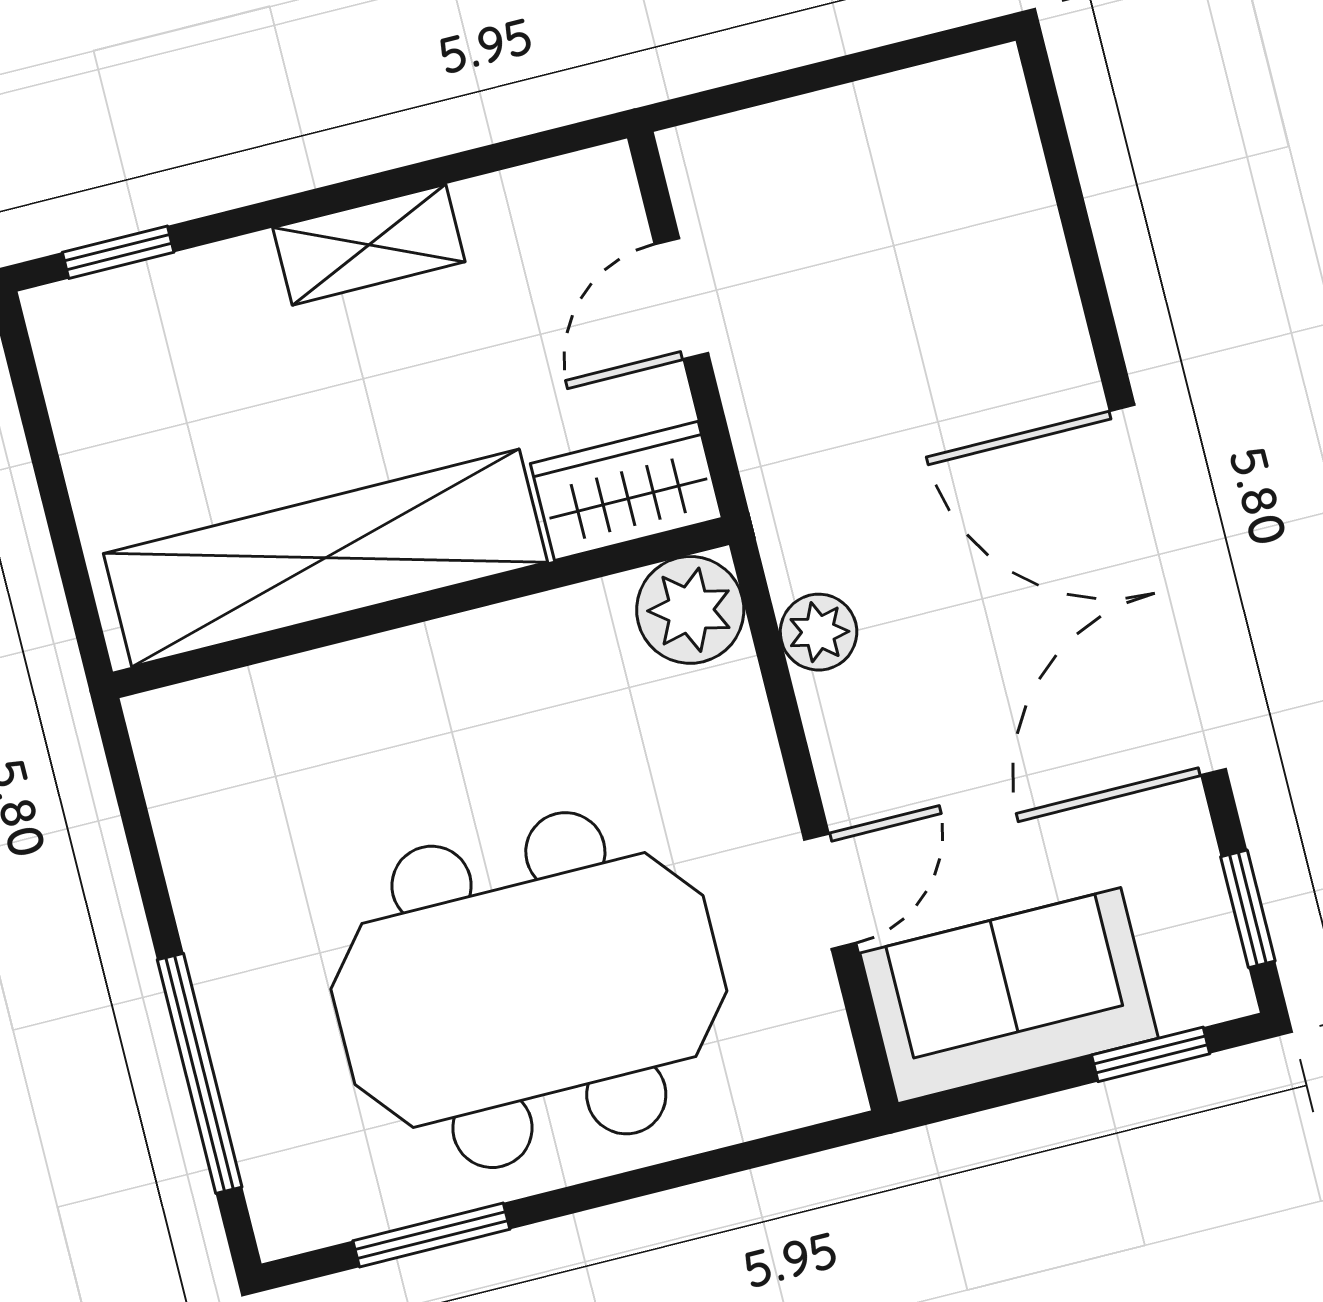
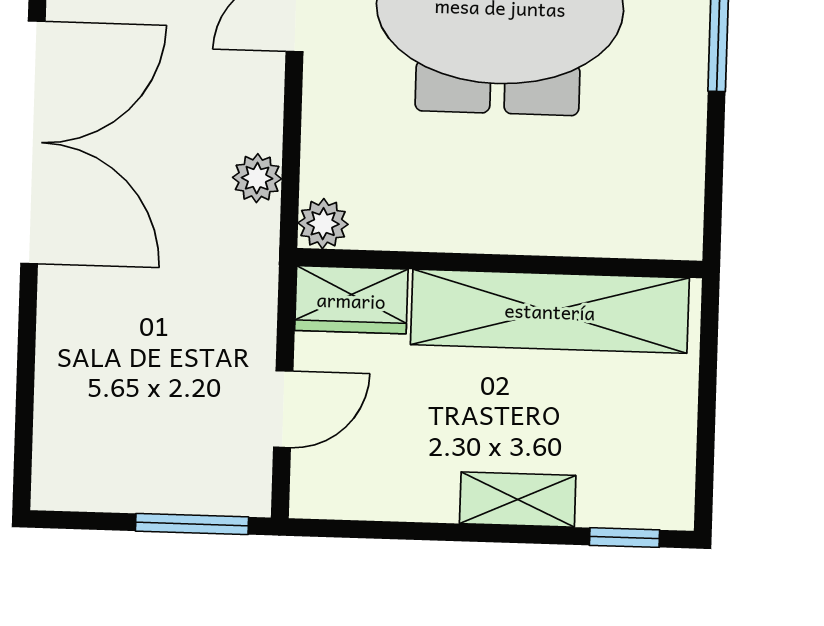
window: (769, 89) -> (192, 524), added
shelving: (369, 245) -> (518, 500), moved
plant: (690, 610) -> (323, 224), width x0.73, depth x0.73

